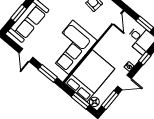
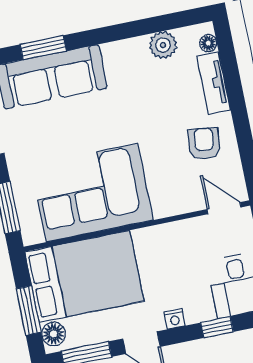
door: (117, 19) -> (224, 208), swing flipped

